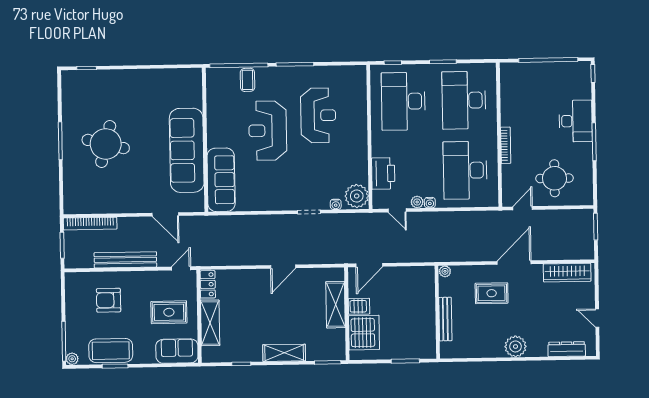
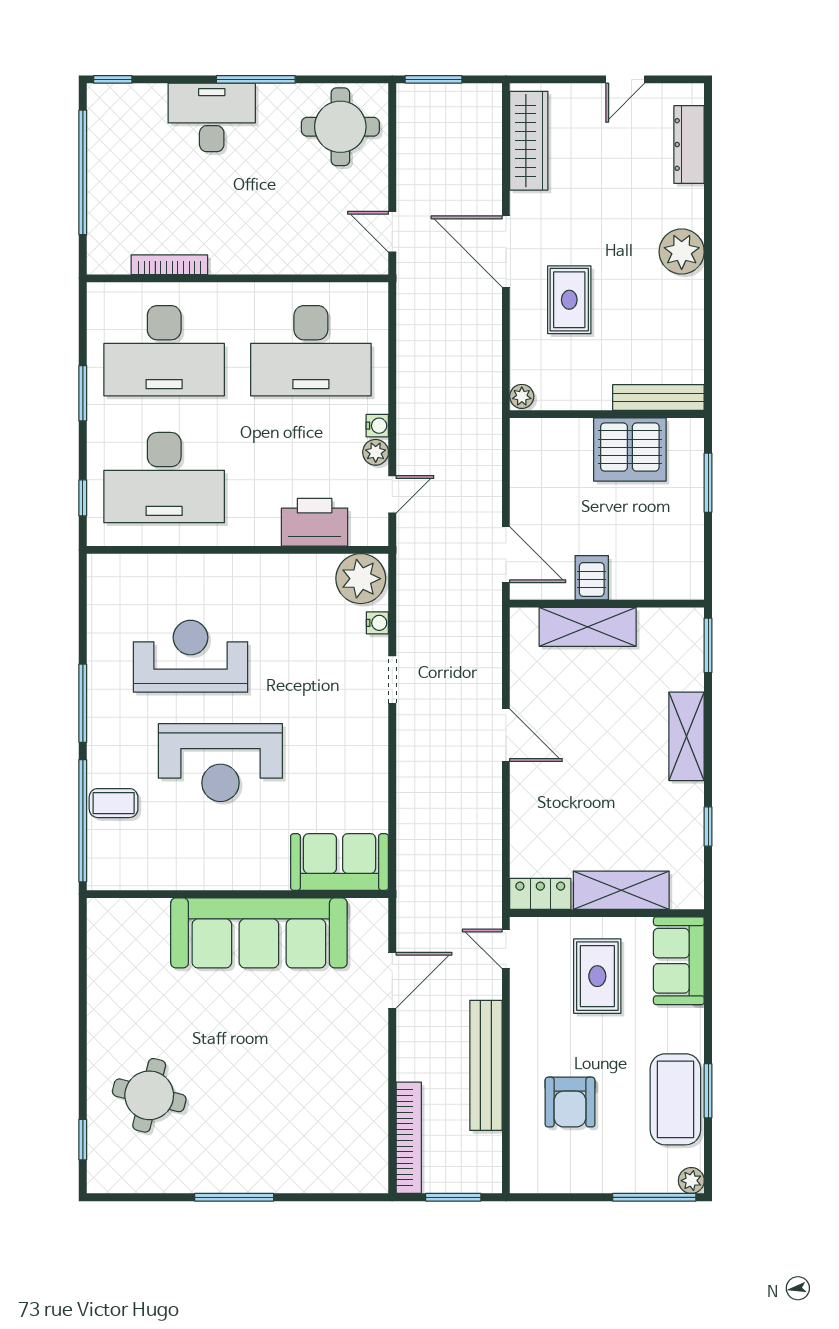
round table: (106, 144) -> (149, 1095), moved, width x0.73, depth x0.73
bookcase: (506, 145) -> (169, 265), moved
round table: (554, 178) -> (340, 127), moved
sofa: (221, 180) -> (340, 862), width x0.73
bench: (445, 319) -> (658, 397), moved
server rack: (364, 333) -> (630, 450), moved, turned 180

